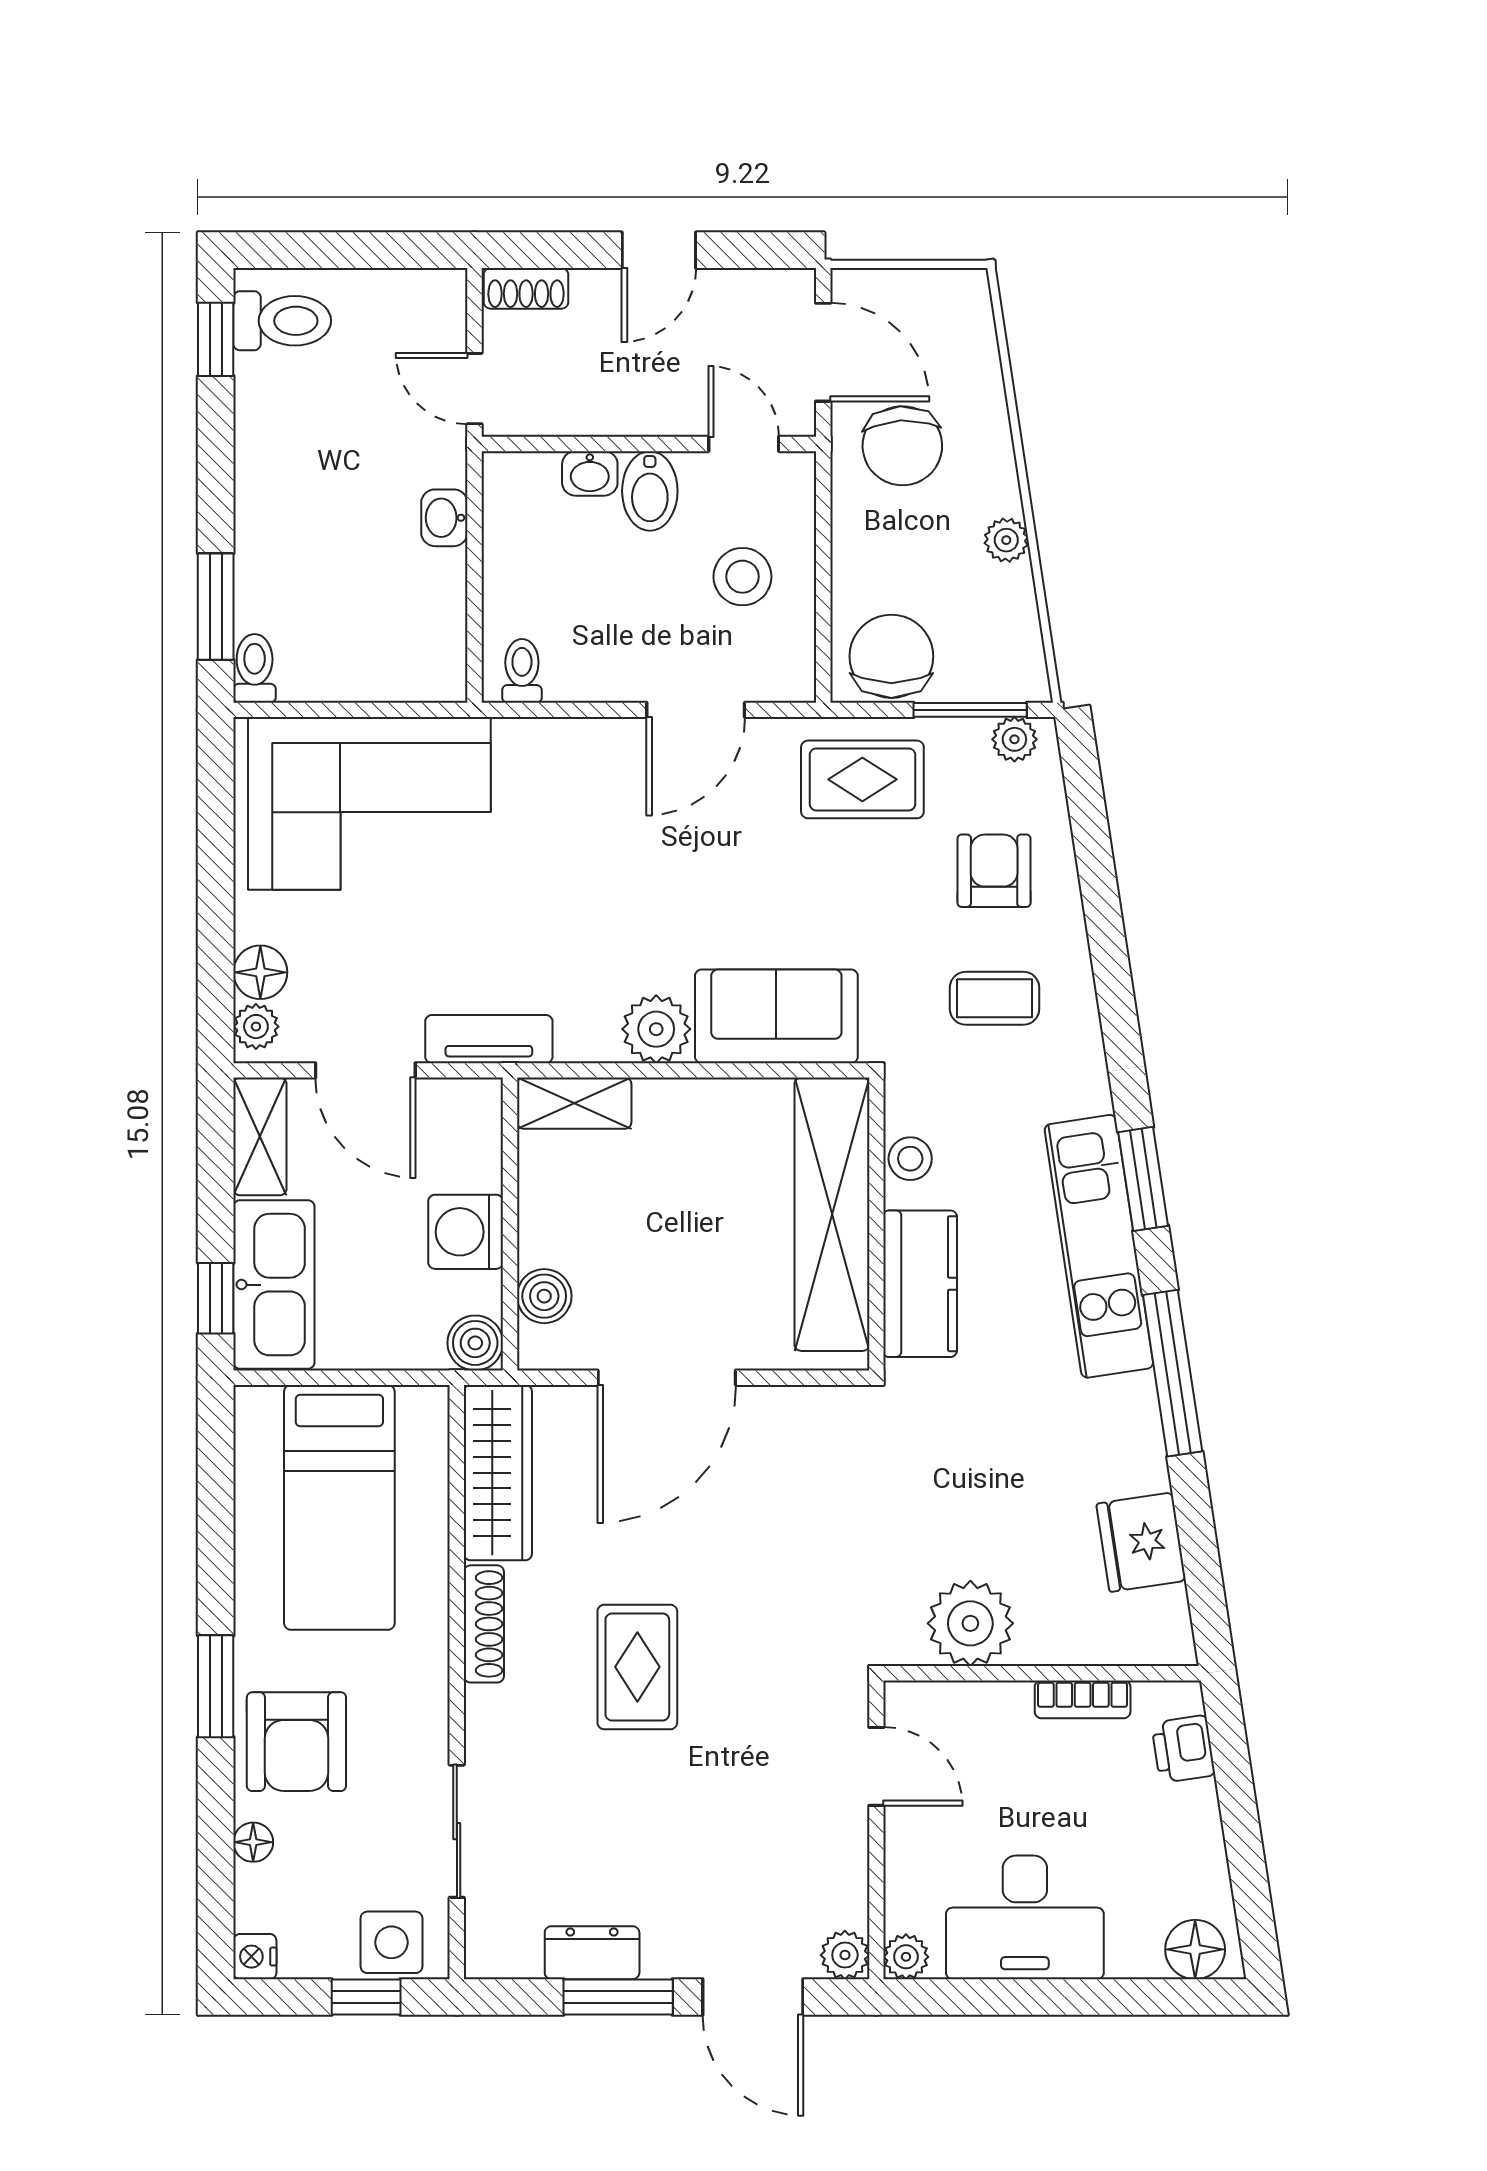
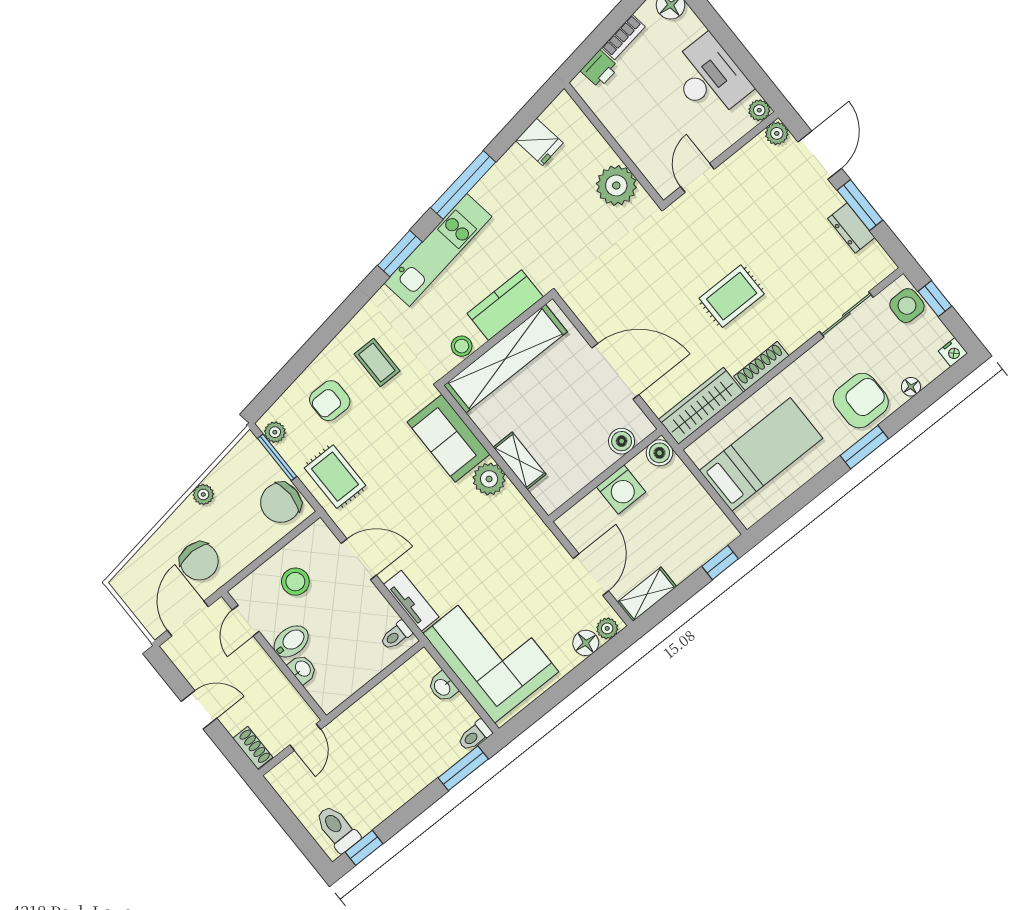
chair: (902, 446) -> (199, 561), turned 93
washbasin: (444, 518) -> (443, 687), moved, turned 90
tv unit: (489, 1039) -> (411, 601), moved, turned 180
shelving: (574, 1103) -> (520, 461), moved
kitchen sink: (274, 1285) -> (698, 545), removed
fridge: (1141, 1542) -> (539, 142), width x0.72
bookcase: (1083, 1699) -> (623, 37), moved, turned 81

